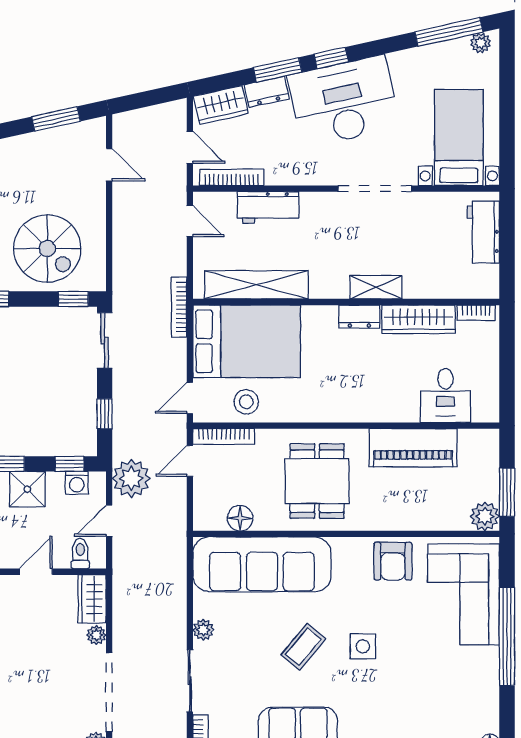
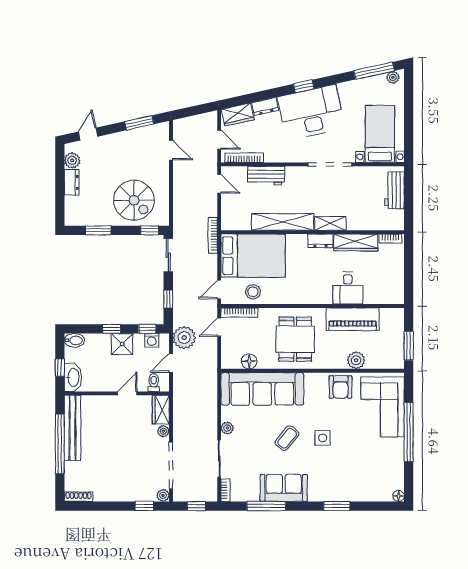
window: (278, 70) -> (272, 93), removed
shelving: (256, 285) -> (283, 222), moved
desk: (445, 396) -> (348, 288), moved
plant: (485, 516) -> (356, 360), moved

